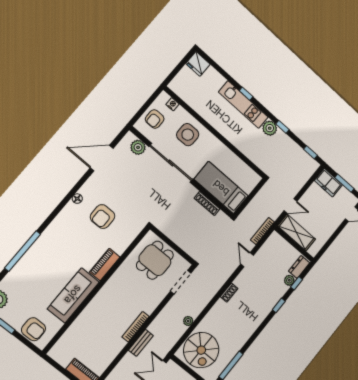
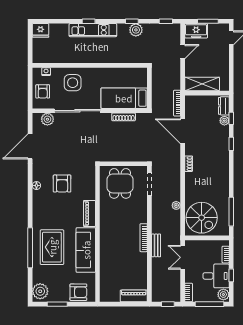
plant: (270, 128) -> (136, 30), moved
door: (291, 206) -> (183, 52), moved
door: (247, 260) -> (183, 131), width x1.88
rug: (44, 267) -> (52, 247), added

